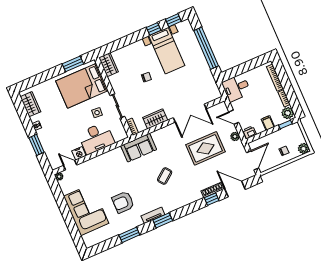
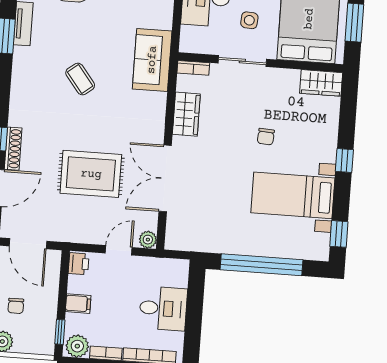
window: (154, 29) -> (344, 160), moved
desk: (236, 88) -> (163, 308), moved, turned 90
plant: (235, 136) -> (148, 240), moved
rug: (206, 148) -> (91, 174), turned 90

